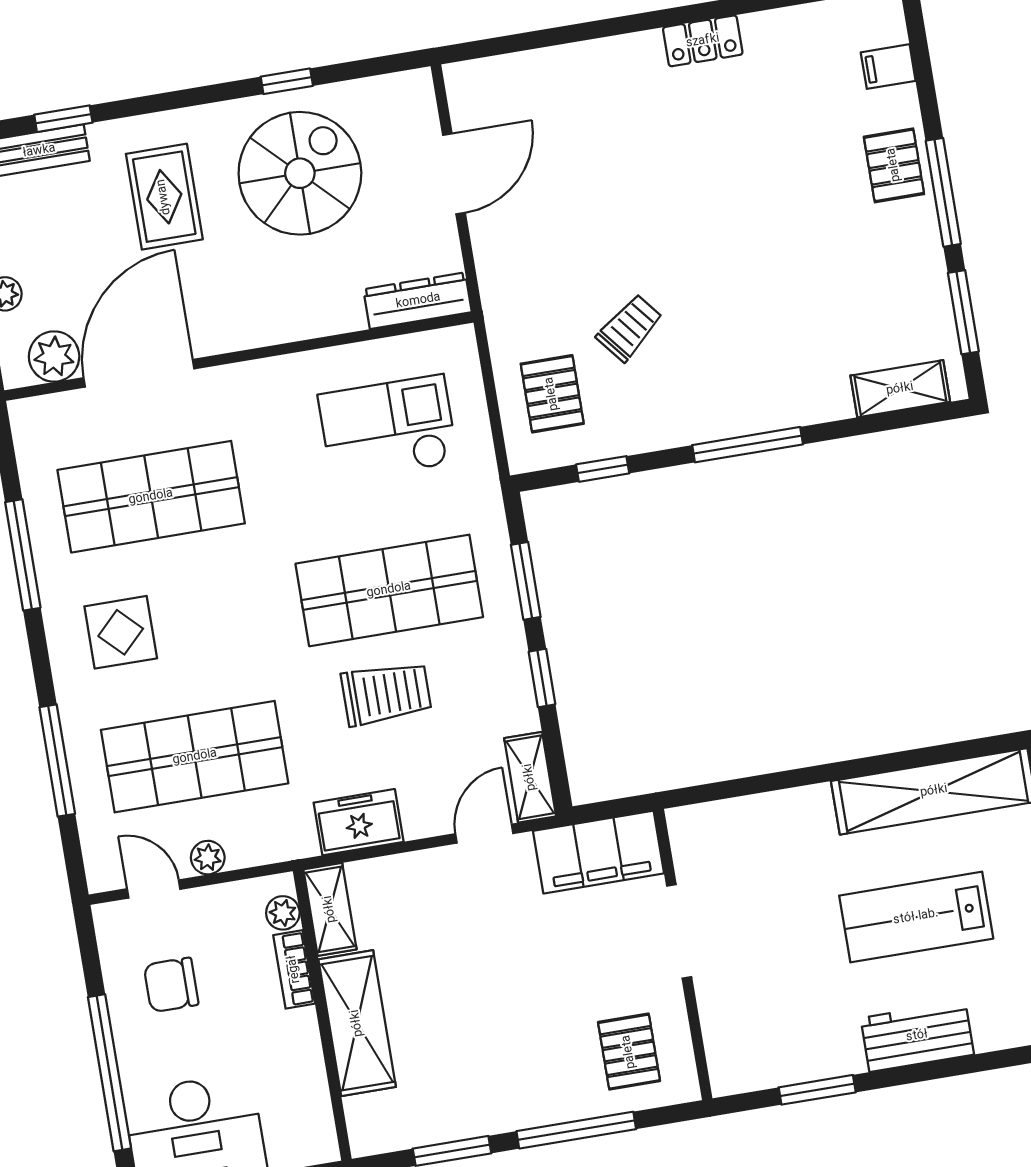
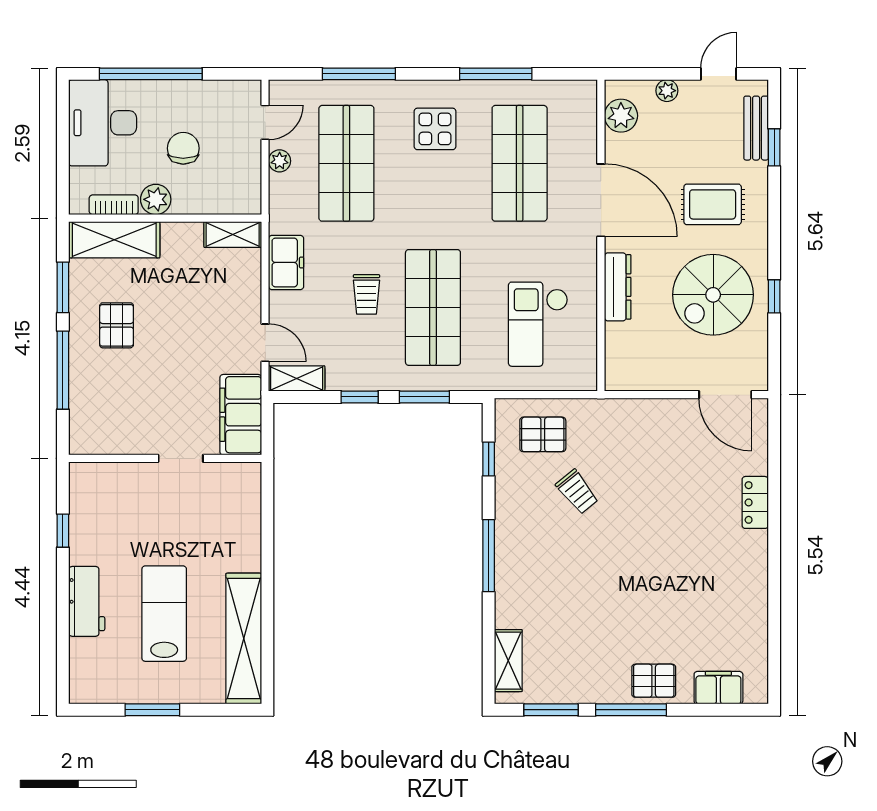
locker: (703, 41) -> (755, 502), moved
filing cabinet: (888, 67) -> (718, 688), width x2.00
spiral stairs: (300, 173) -> (713, 295), turned 90
door: (454, 174) -> (725, 395), moved
dresser: (418, 301) -> (618, 287), moved
door: (139, 373) -> (601, 200), moved
checkout: (388, 429) -> (538, 324), turned 180
trolley: (386, 694) -> (367, 294), width x0.73, depth x0.72
plant: (283, 913) -> (156, 199), moved, width x1.38, depth x1.38
doorway: (679, 931) -> (181, 458), width x0.73
bookcase: (294, 969) -> (114, 205), moved
chair: (171, 985) -> (183, 148), moved
shelving: (357, 1023) -> (114, 240), moved
pallet: (629, 1052) -> (117, 325), moved, turned 90
window: (817, 1090) -> (63, 531), width x0.67

